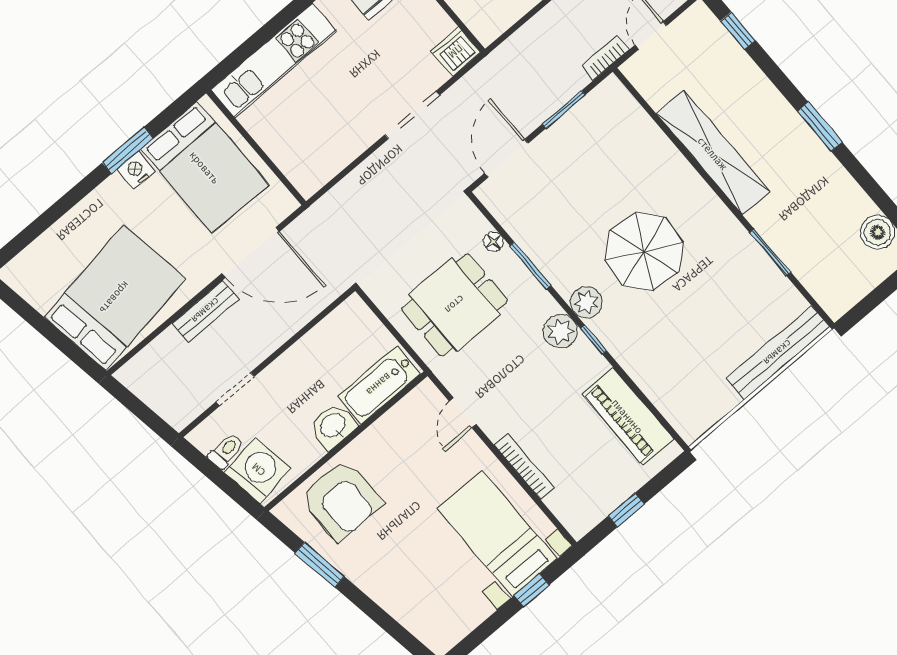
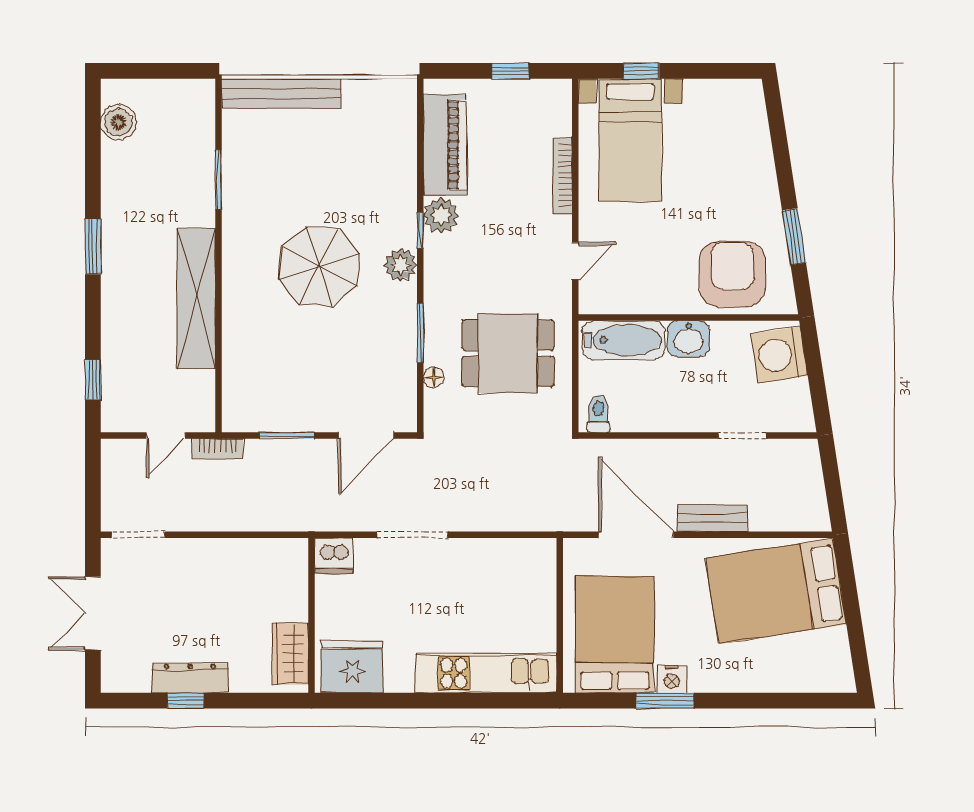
plant: (560, 331) -> (441, 215), moved
toilet: (226, 451) -> (598, 414), moved, turned 99

